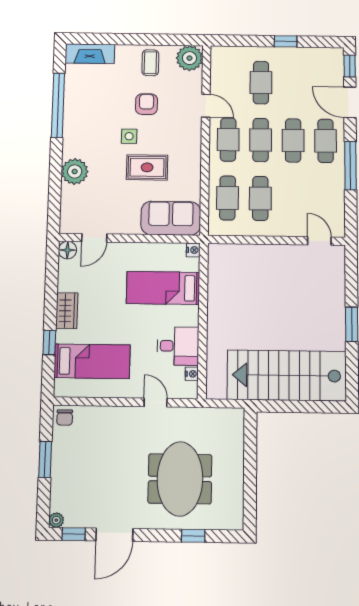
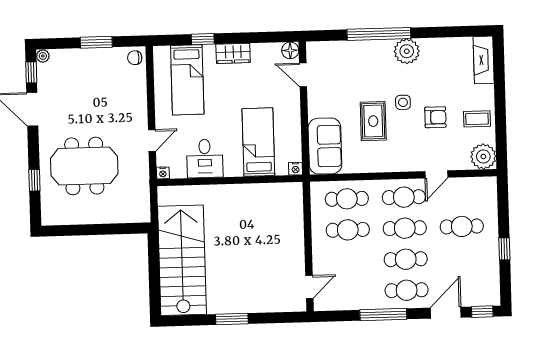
window: (58, 105) -> (379, 34), moved
plant: (75, 171) -> (407, 51), moved
nightstand: (192, 374) -> (163, 173), moved

